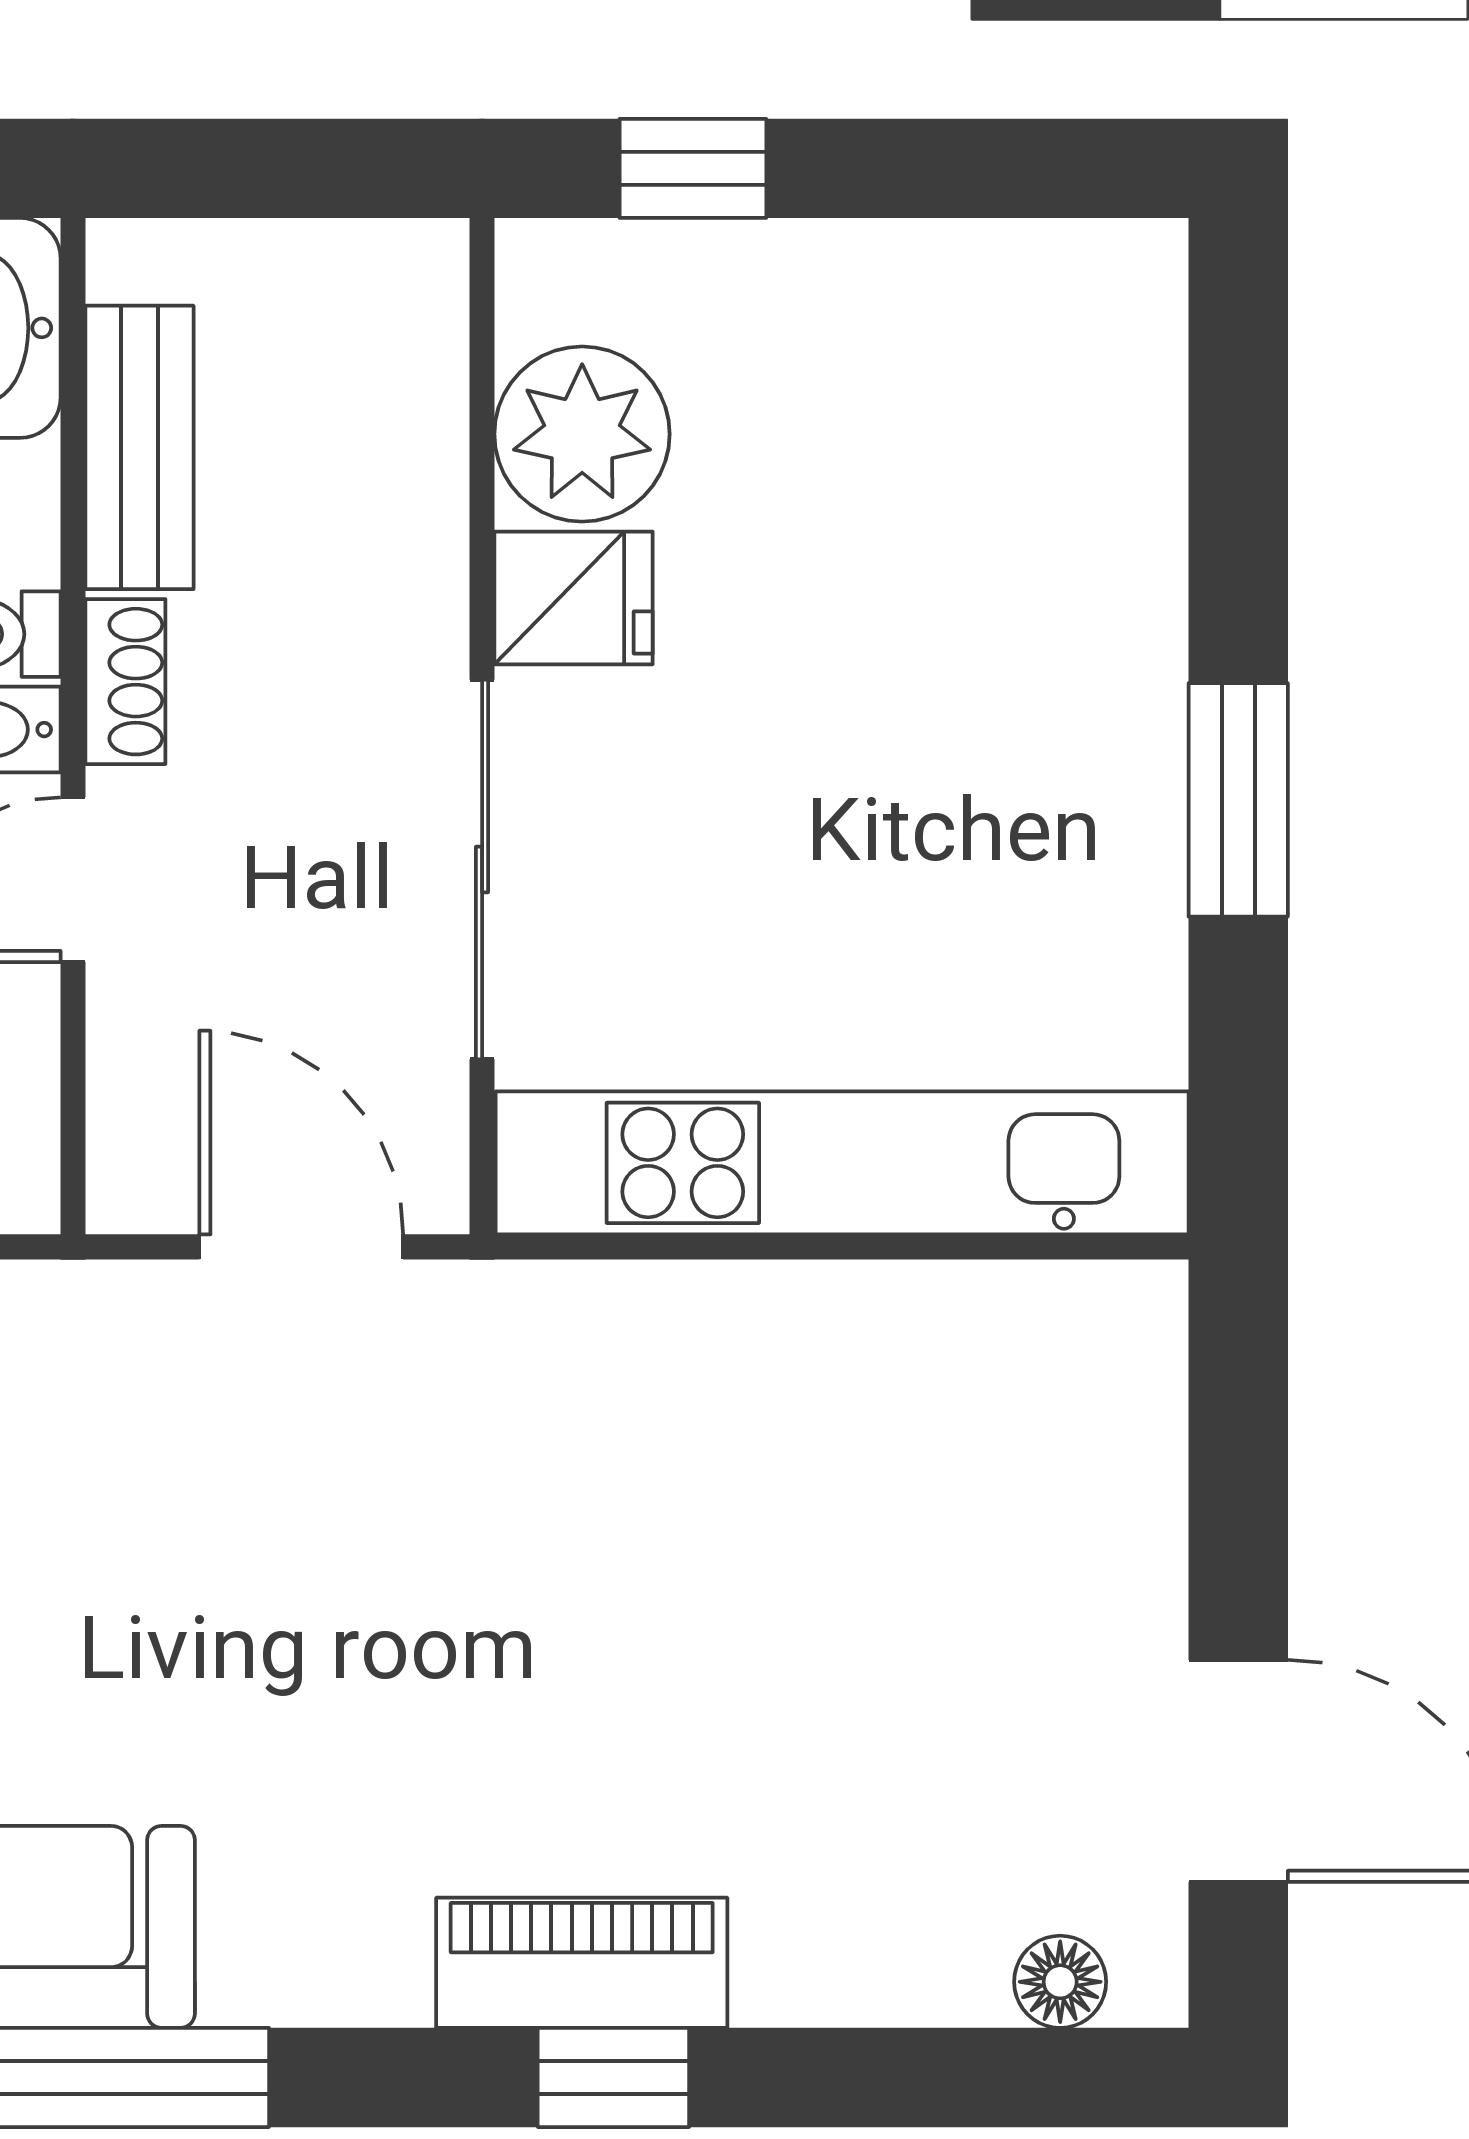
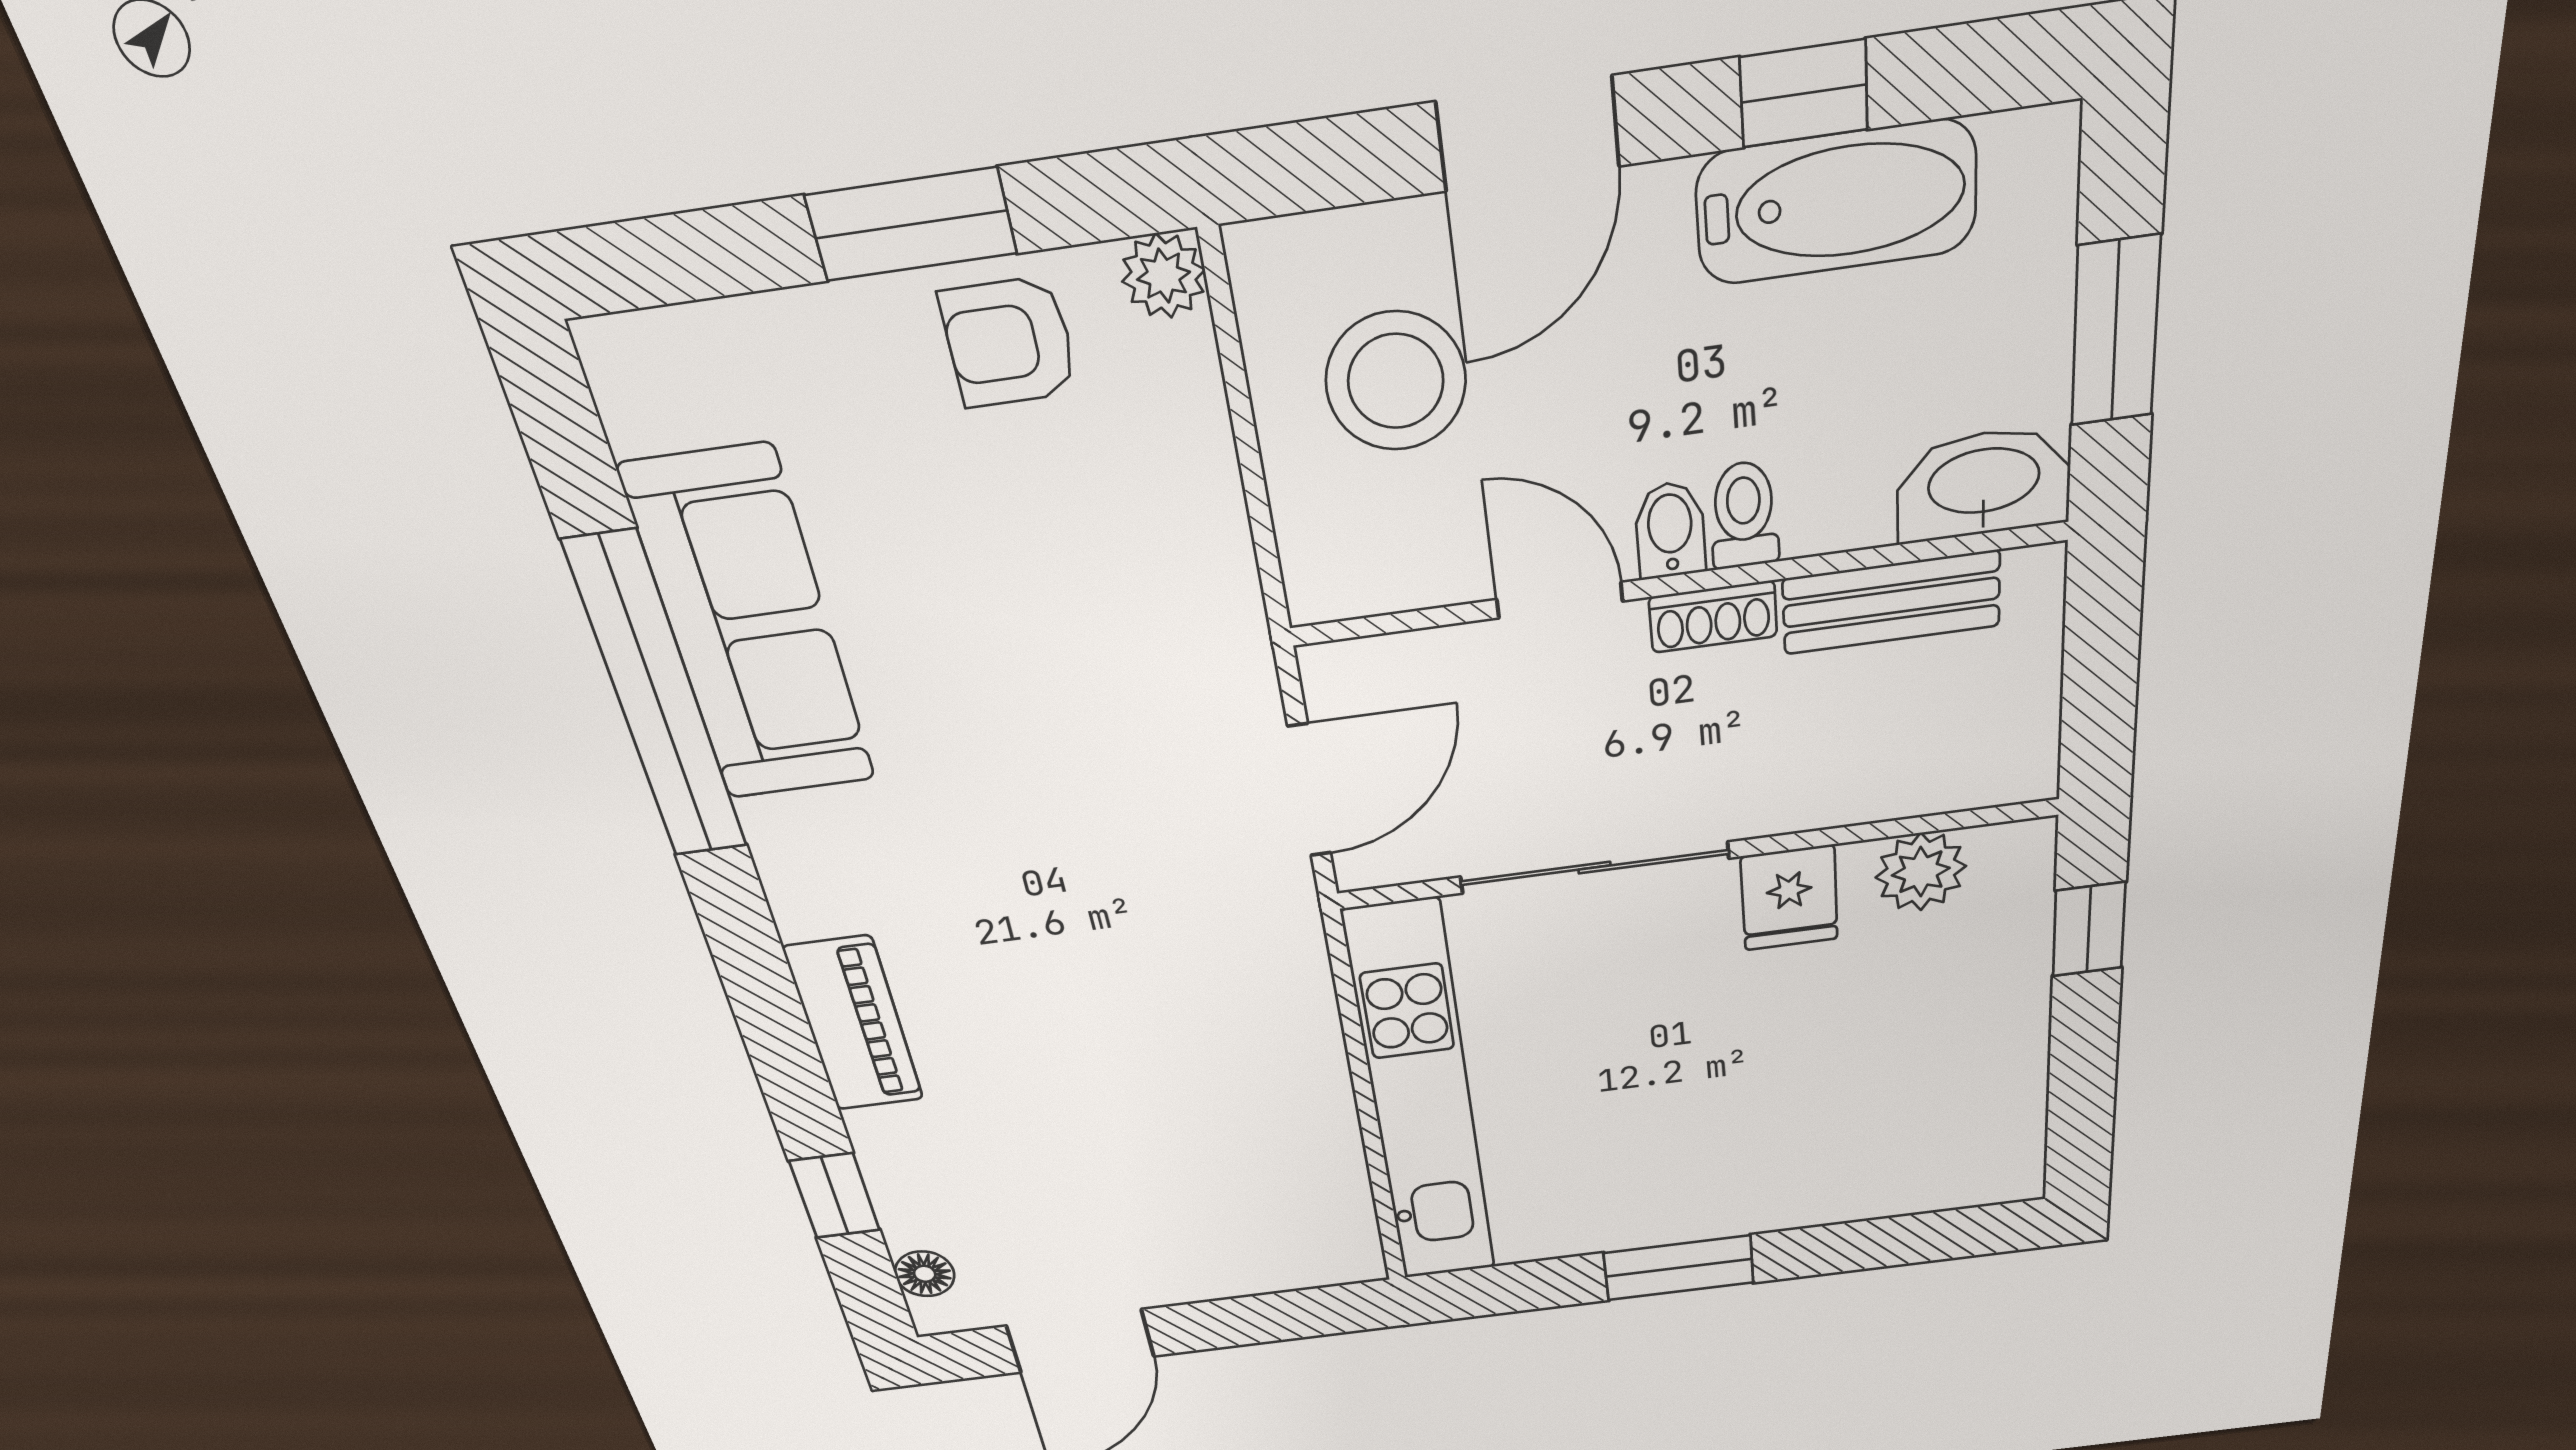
plant: (582, 434) -> (1921, 872), width x0.73, depth x0.73
window: (613, 2077) -> (835, 1196), moved

